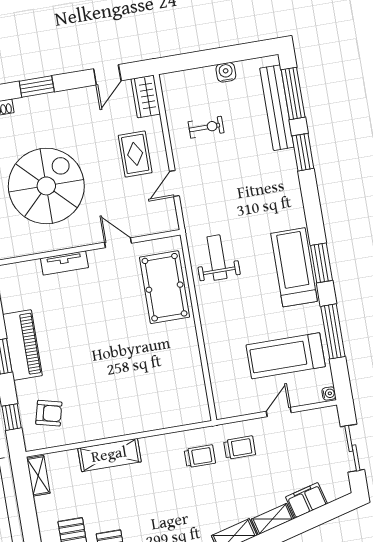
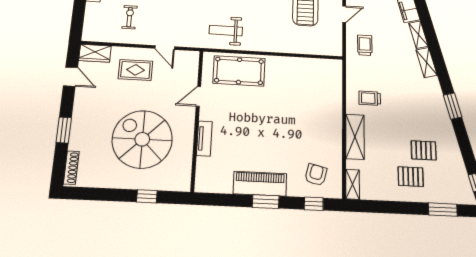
door: (279, 412) -> (344, 14), swing flipped
trolley: (200, 456) -> (370, 98), moved, turned -90
shelving: (38, 476) -> (353, 184), moved, turned 90

